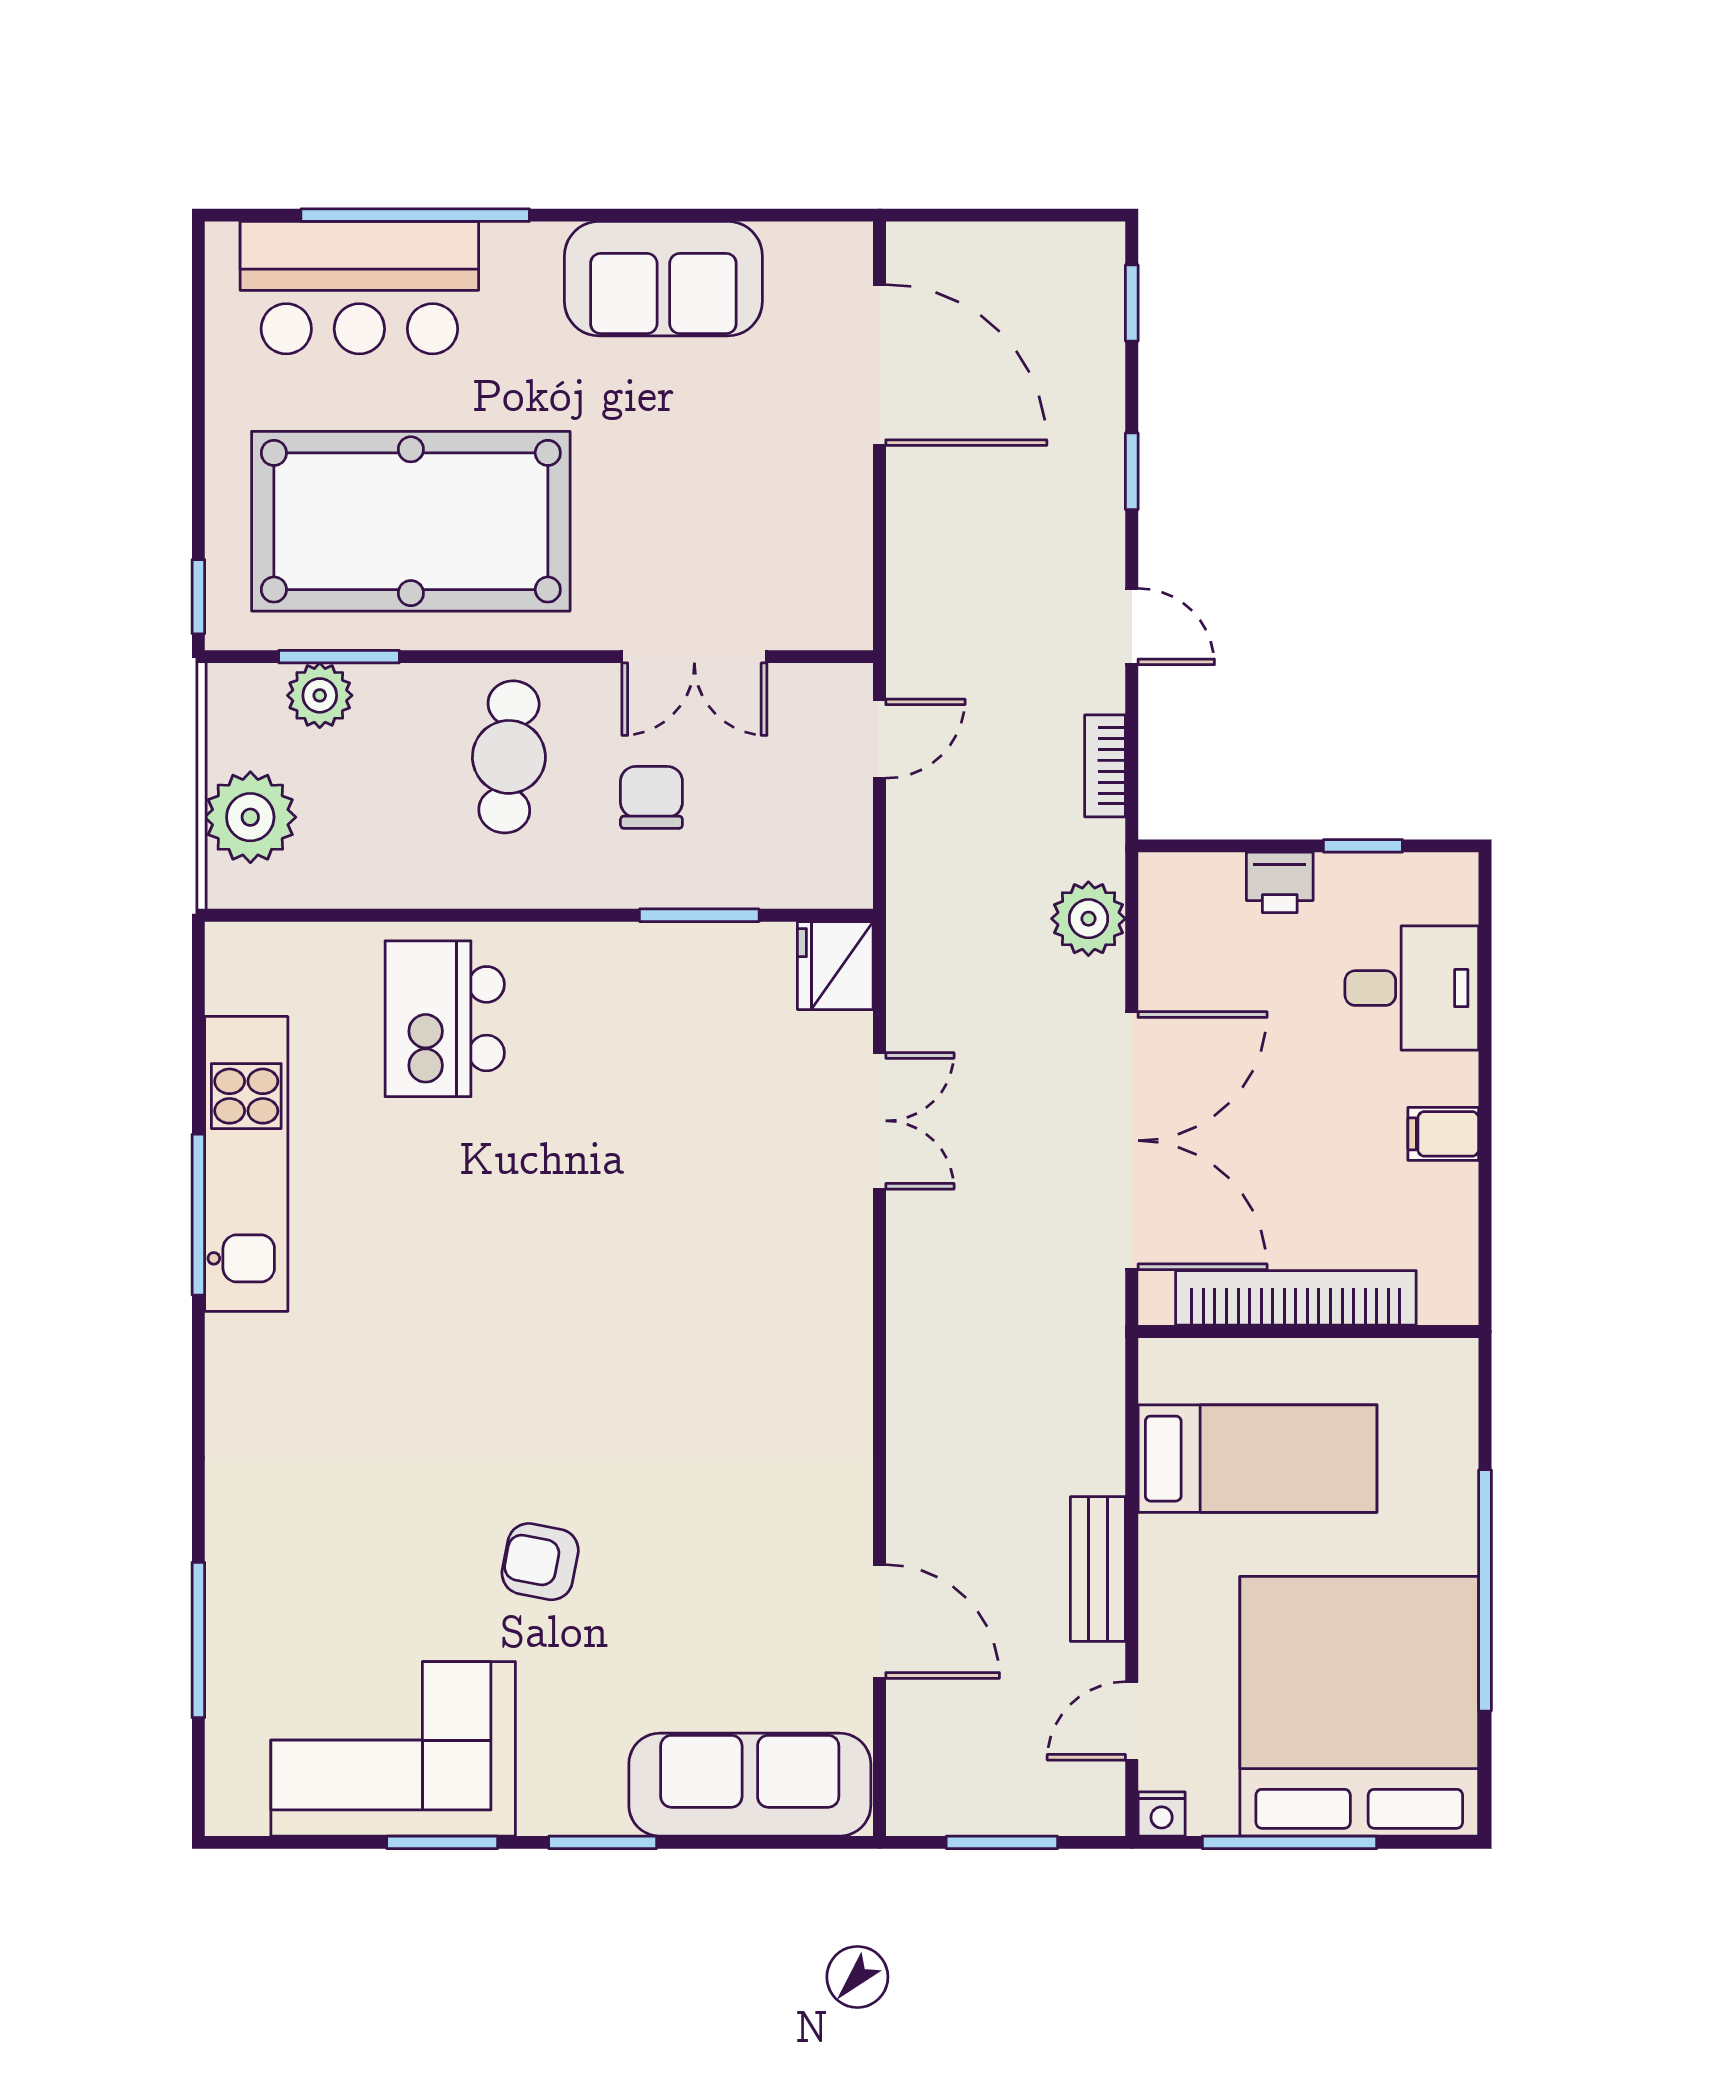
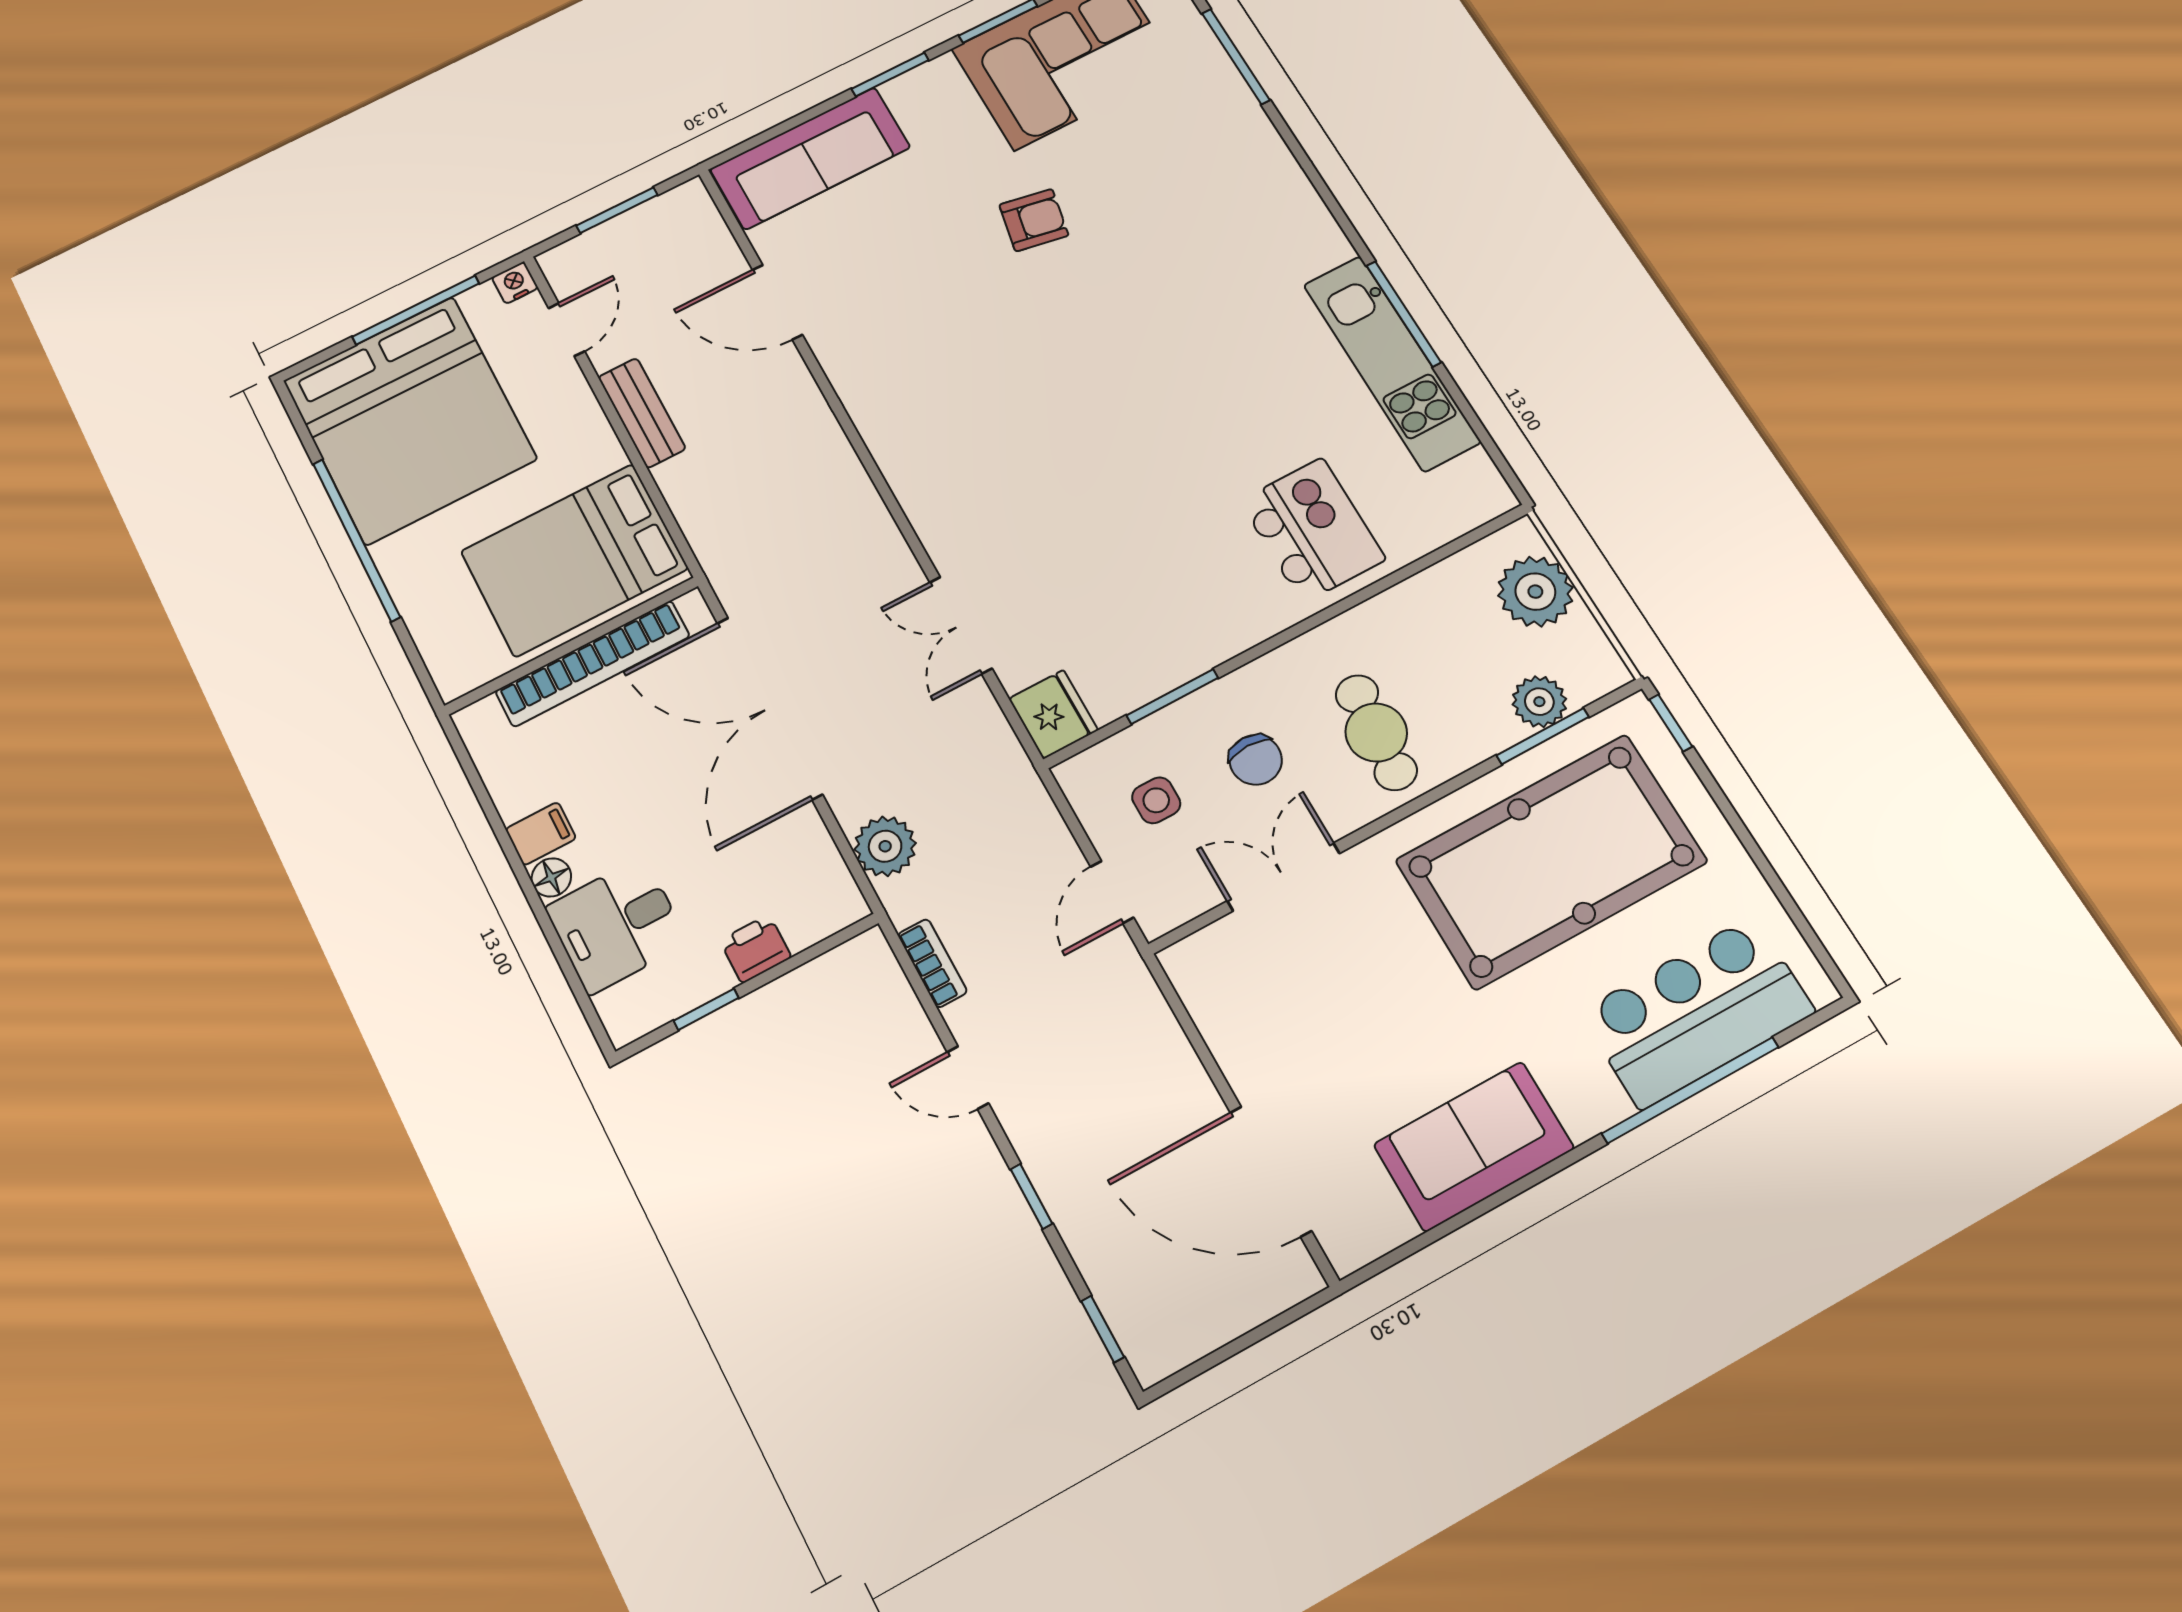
side table: (779, 811) -> (1156, 800), added
floor lamp: (1455, 1079) -> (551, 877), added
bed: (1258, 1459) -> (574, 560), width x1.50

